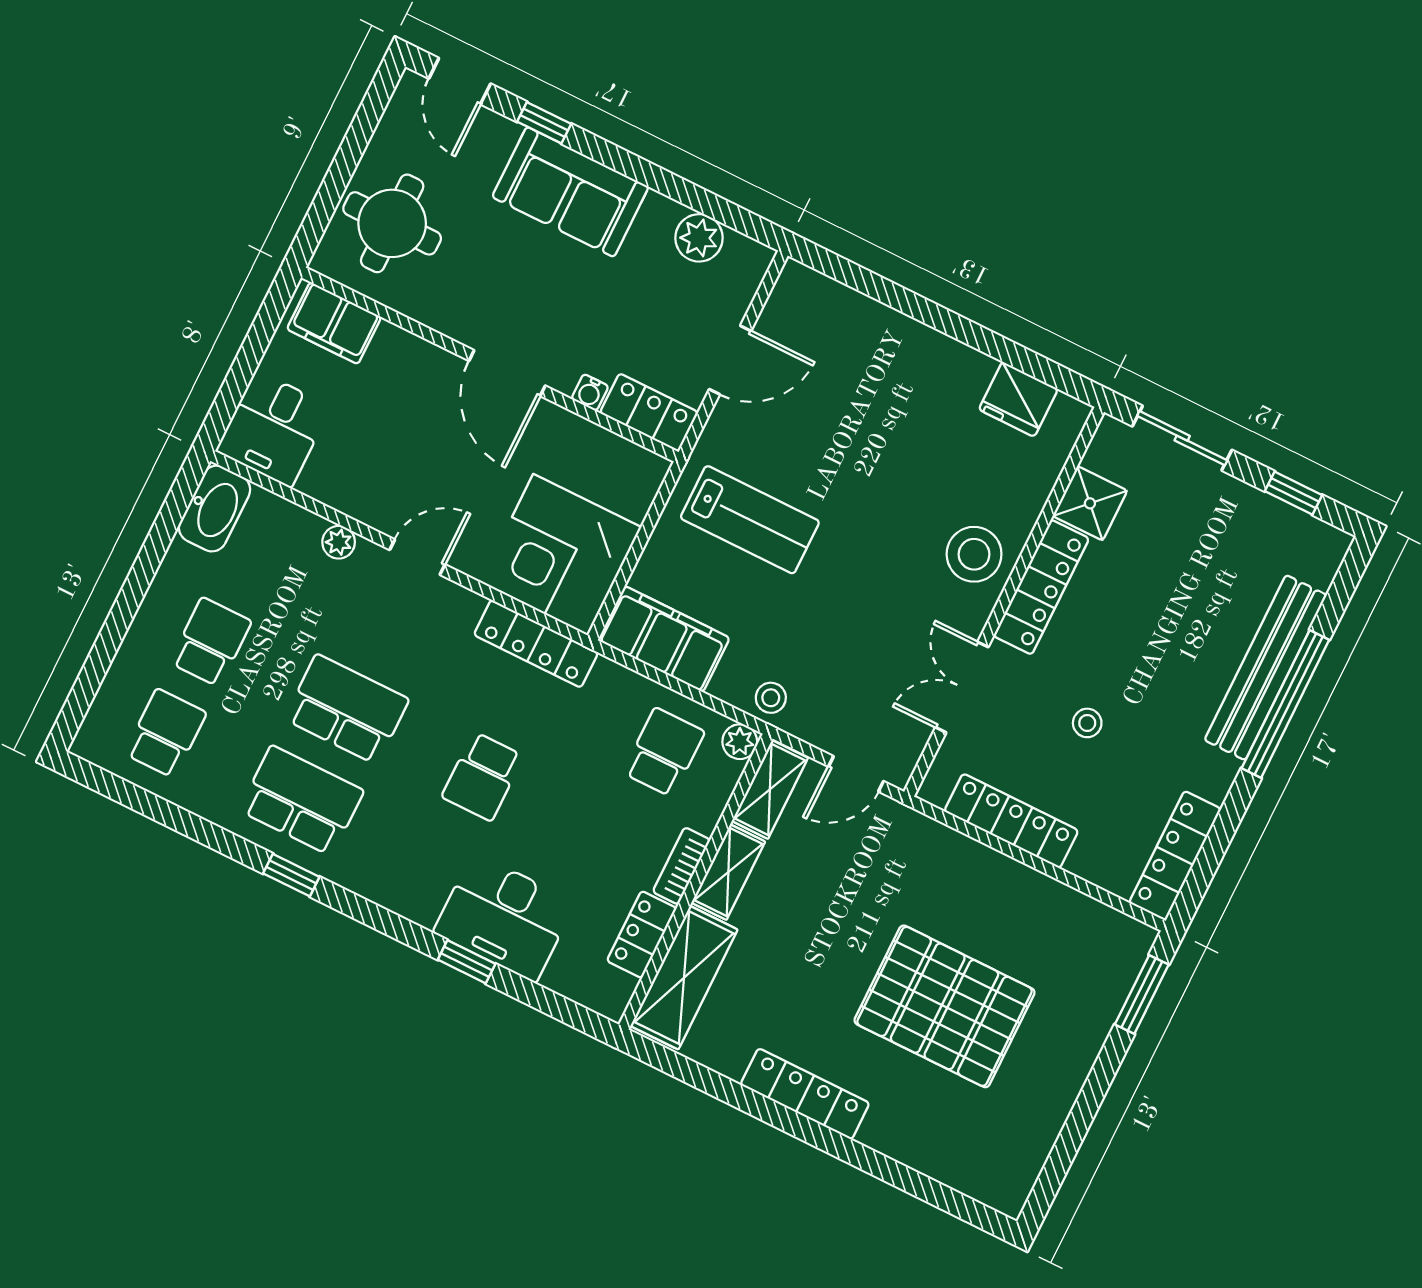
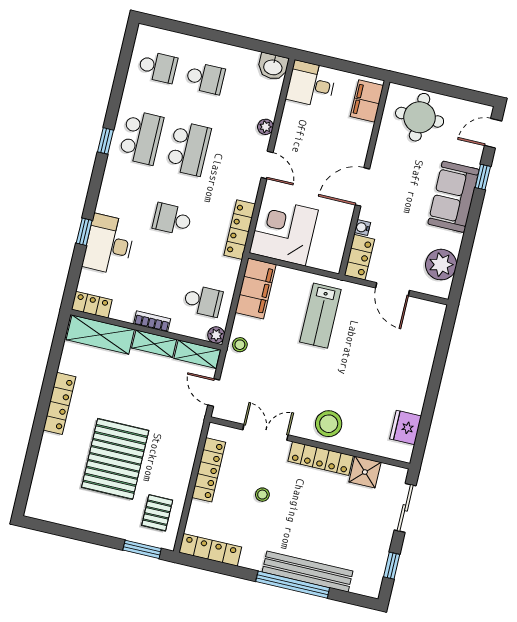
plant: (699, 238) -> (441, 265), width x1.36, depth x1.36
washbasin: (214, 509) -> (273, 67), width x0.72
locker: (642, 934) -> (92, 305), moved
pallet: (1074, 946) -> (157, 513), added

